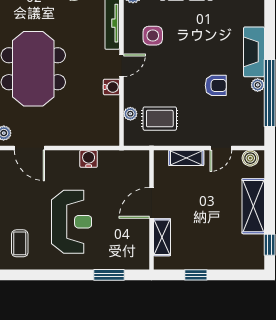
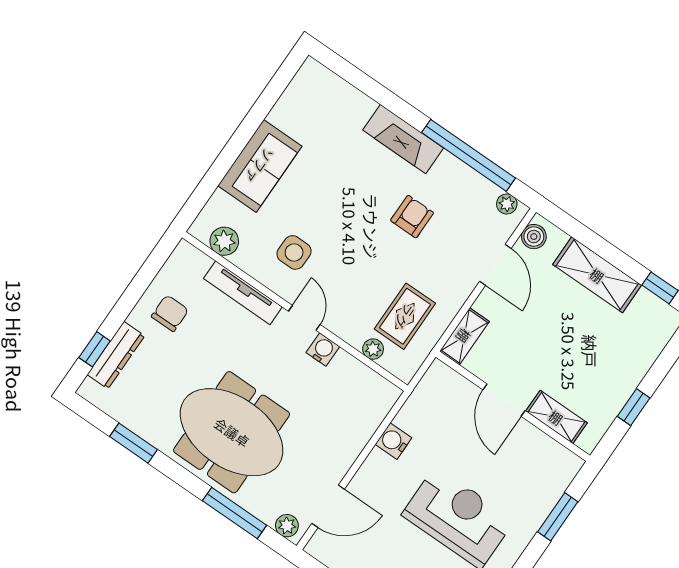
plant: (258, 85) -> (507, 204), moved
door: (221, 148) -> (495, 265), width x1.38
shelving: (186, 158) -> (464, 336), moved

